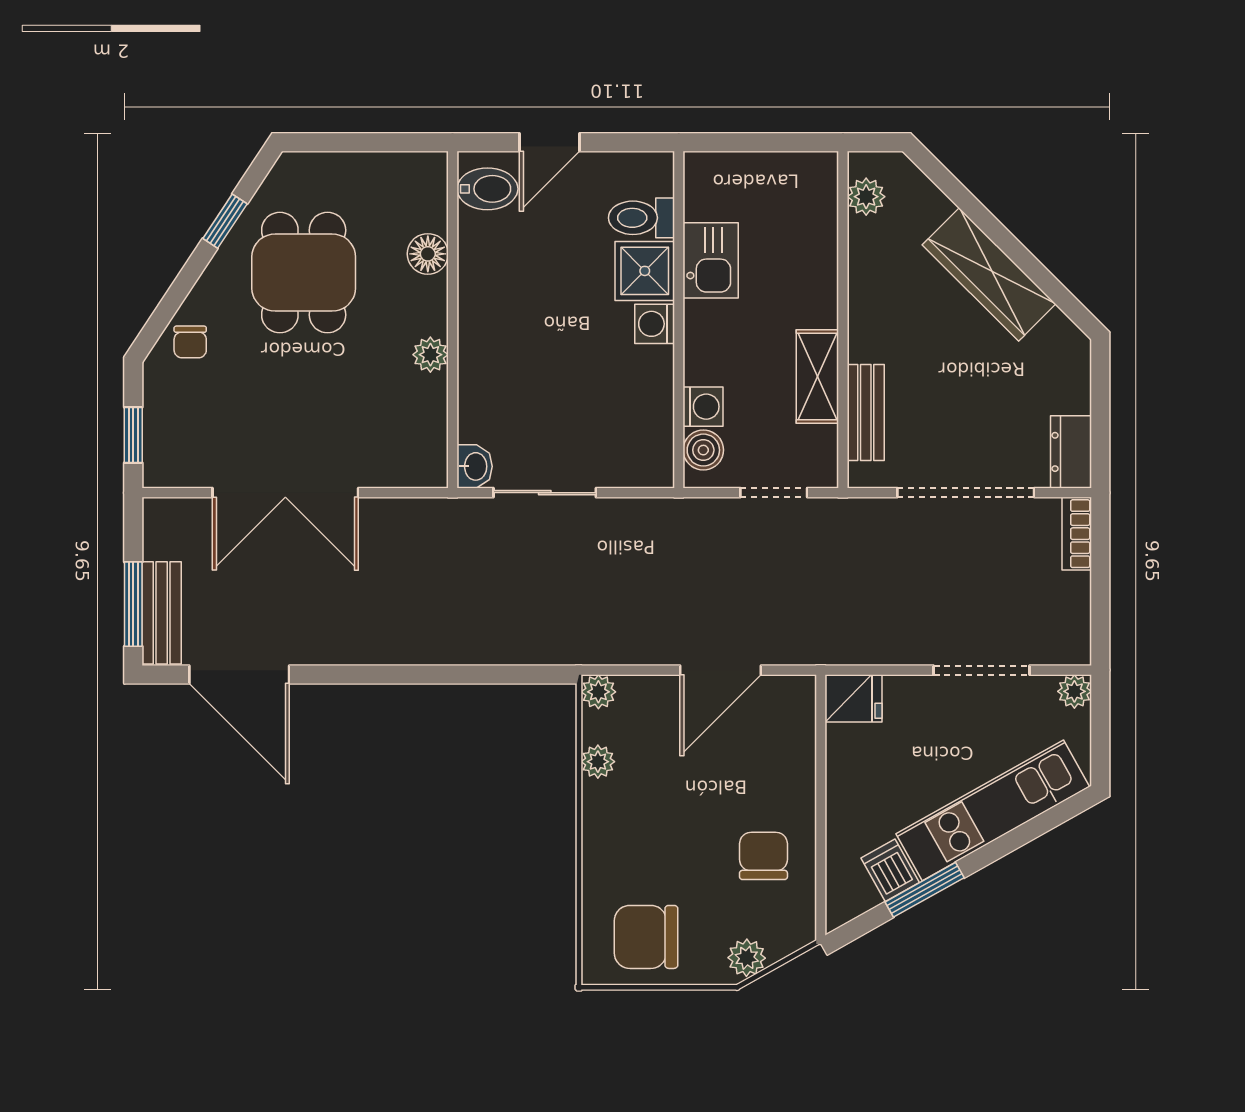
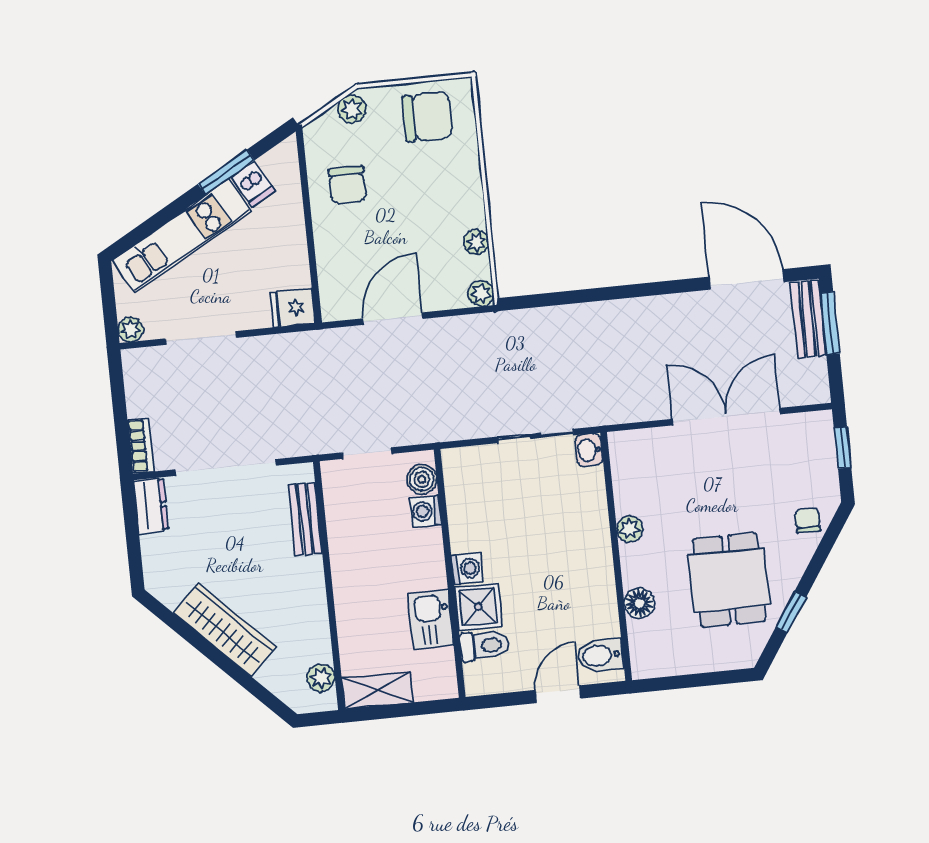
shelving: (817, 377) -> (378, 690), moved, turned 90

